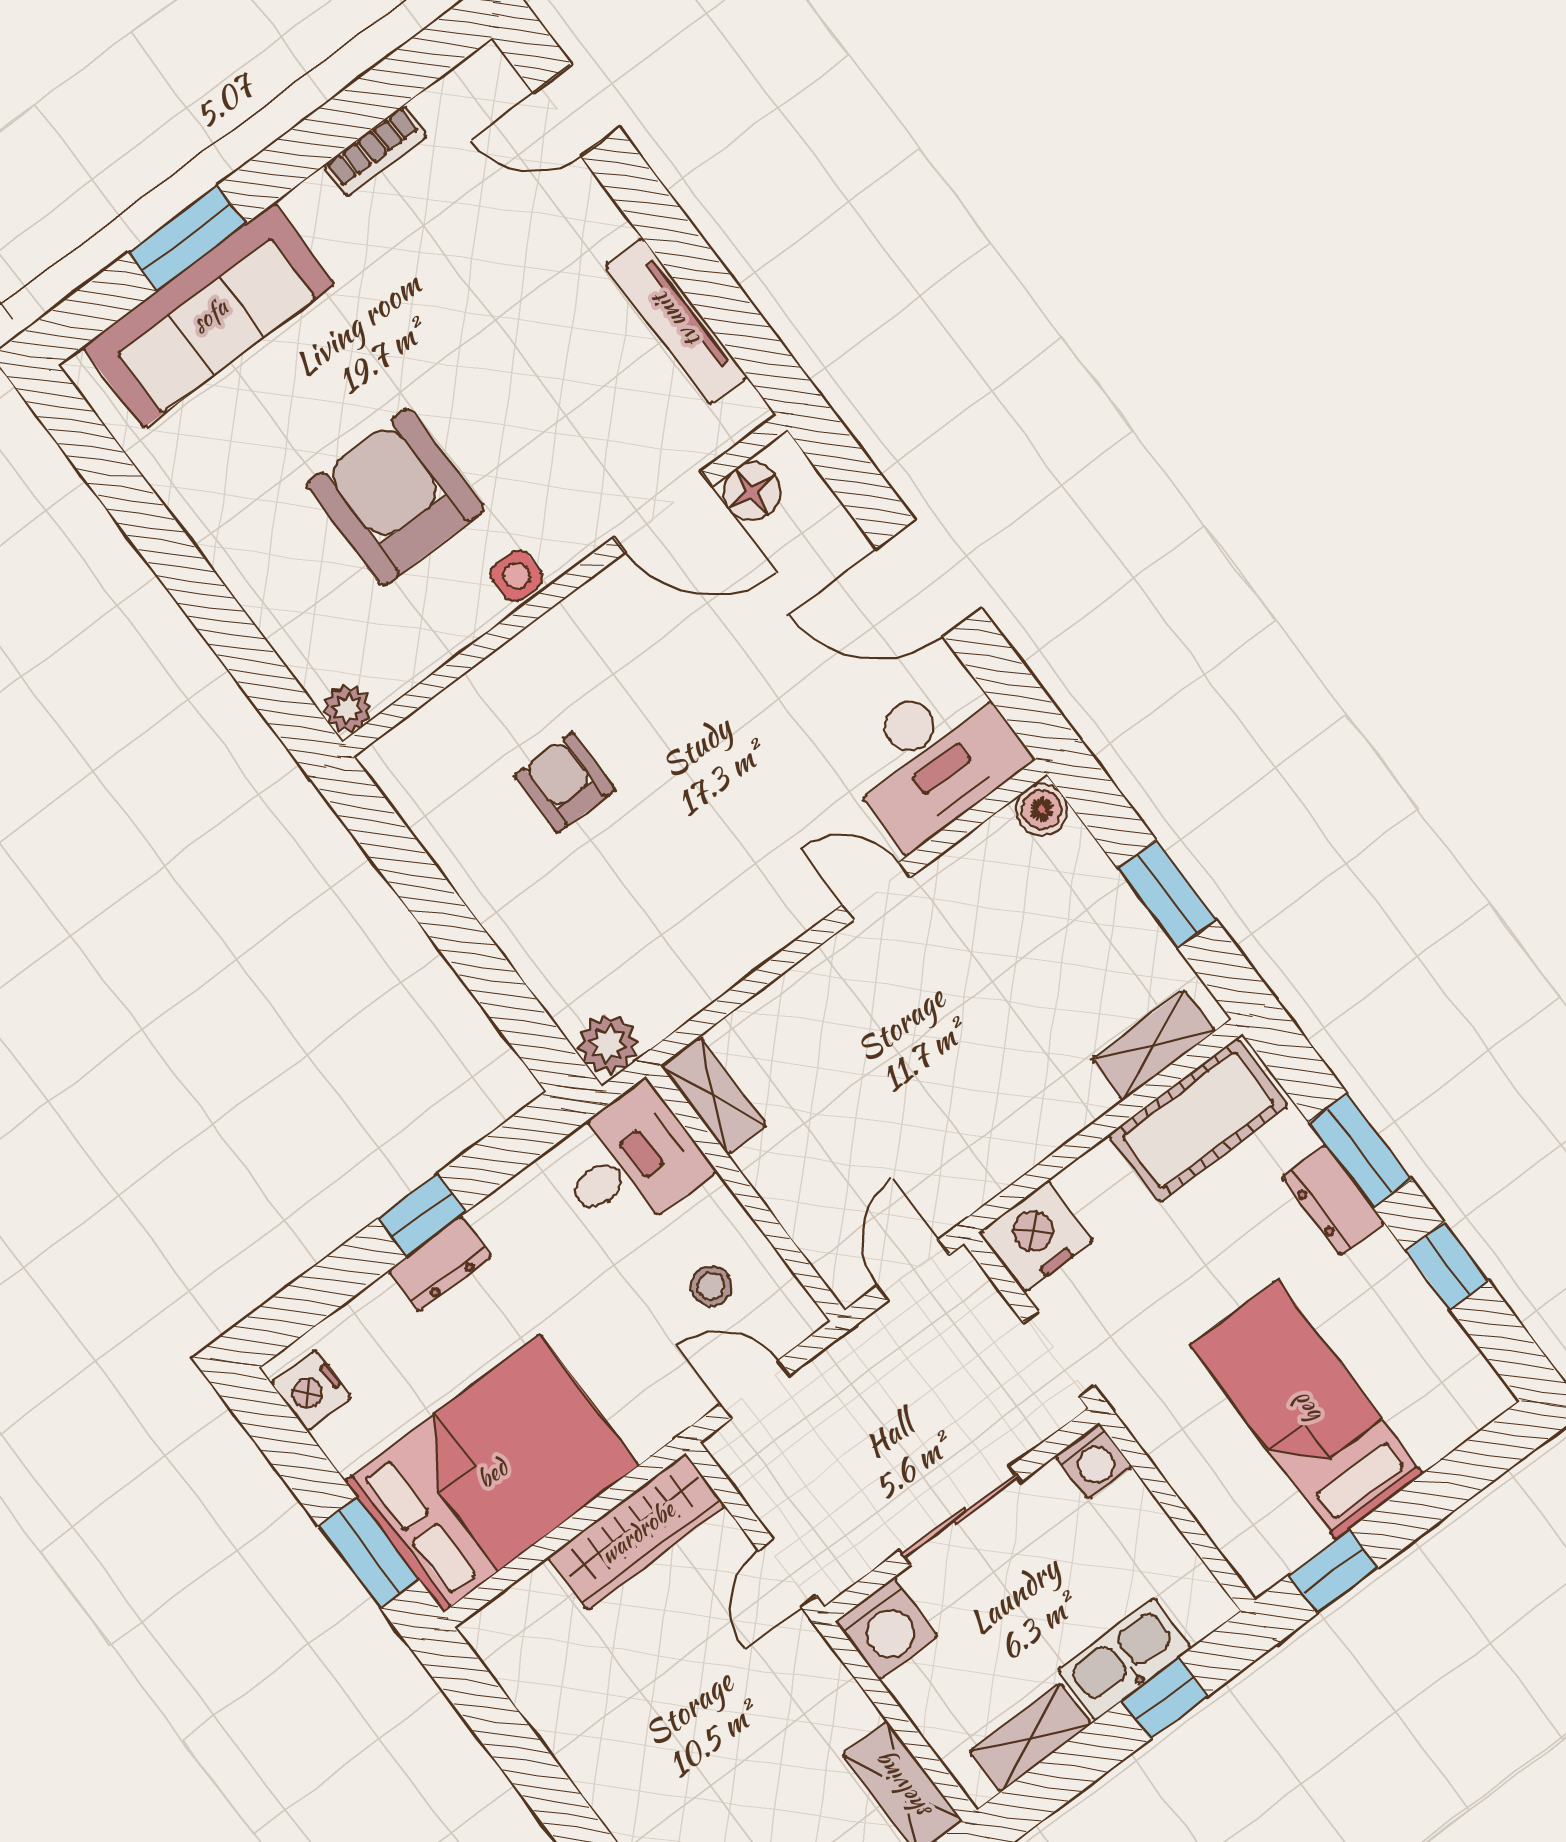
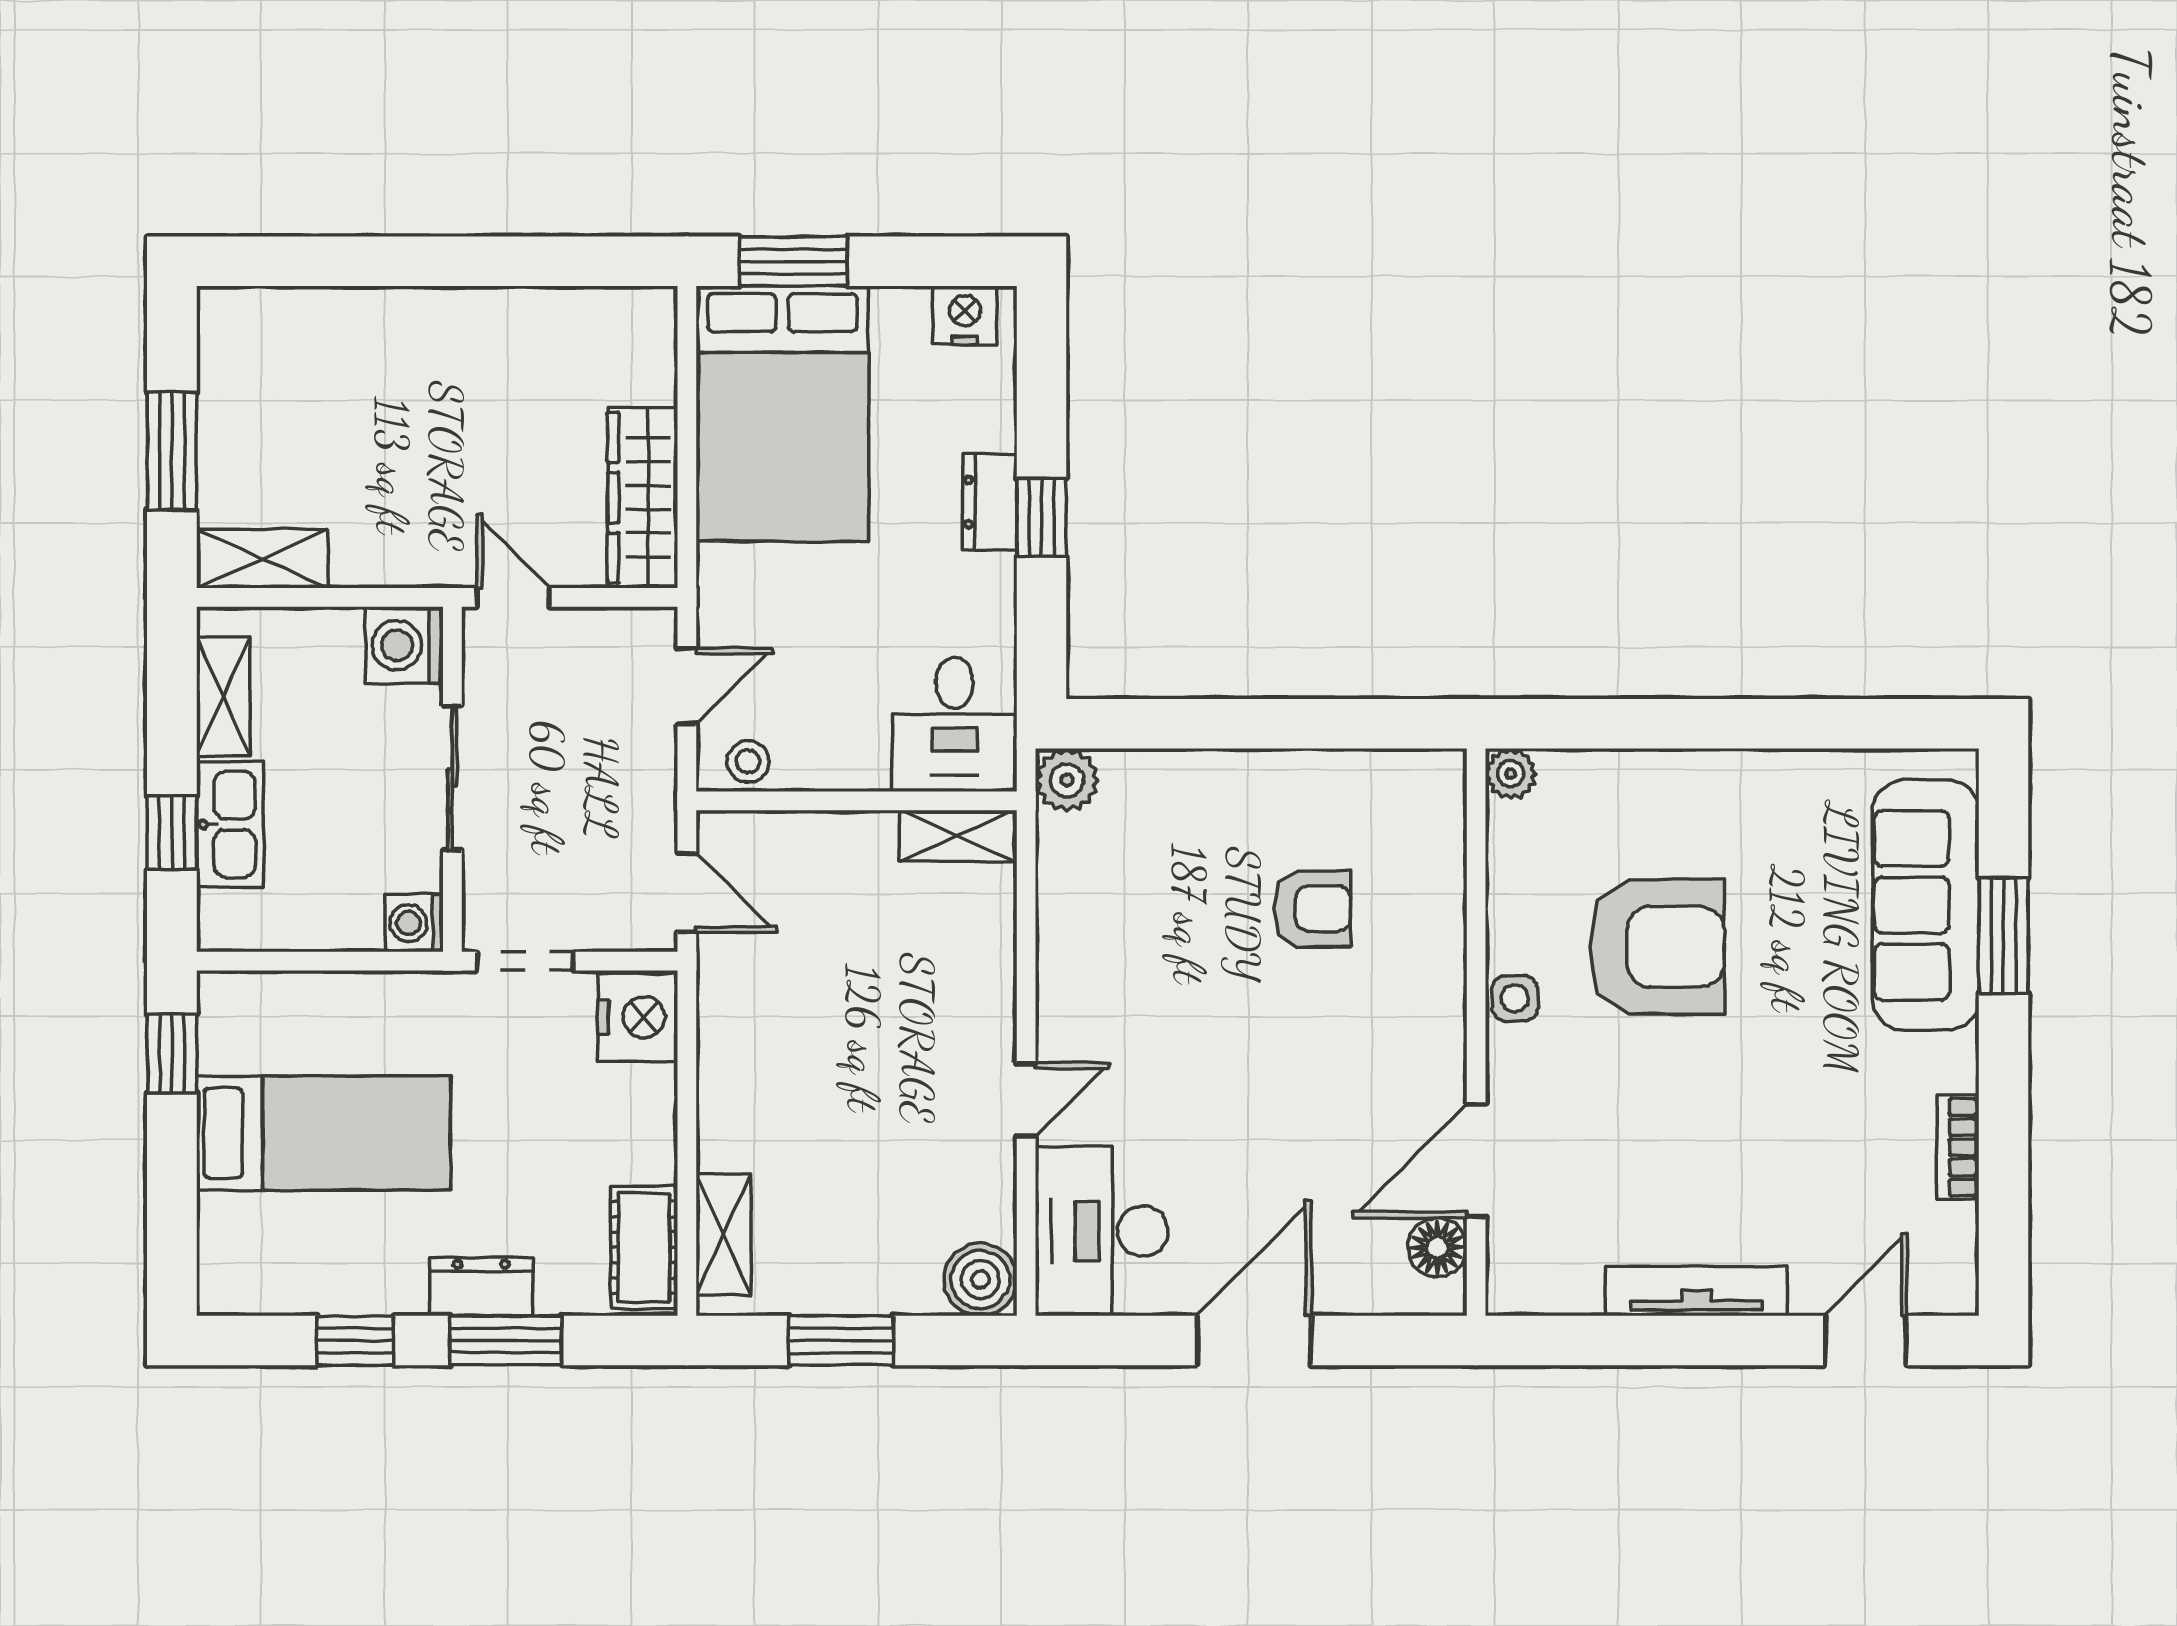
tv unit: (676, 321) -> (1696, 1291), moved
boiler: (1042, 810) -> (980, 1279), width x1.36, depth x1.36
cot: (1199, 1120) -> (644, 1248), width x0.73, depth x0.75
stool: (711, 1286) -> (748, 761), moved

